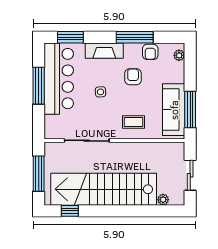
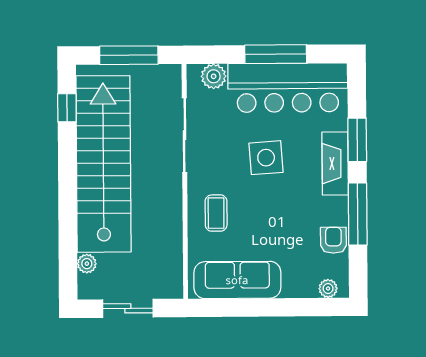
window: (70, 37) -> (357, 140), moved
armchair: (150, 52) -> (333, 240), turned 90
armchair: (133, 77) -> (292, 212), removed
side table: (101, 92) -> (266, 158), width x1.87, depth x1.87
window: (190, 110) -> (238, 308), removed
plant: (52, 123) -> (214, 76), added

